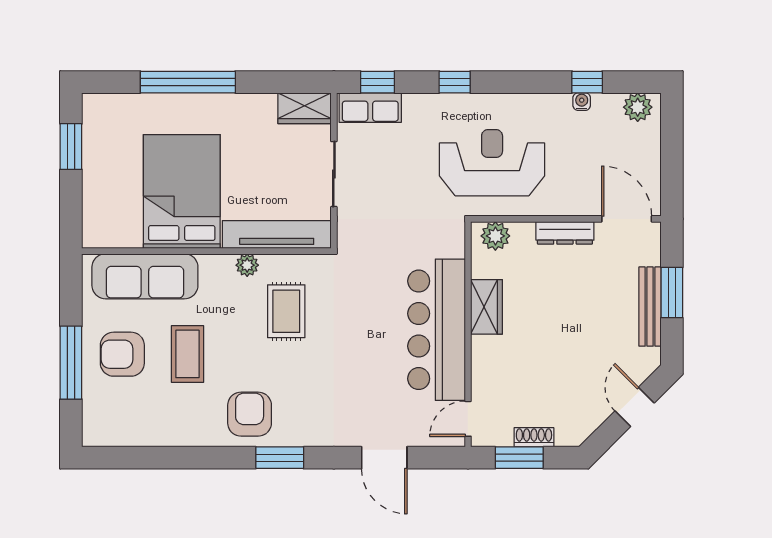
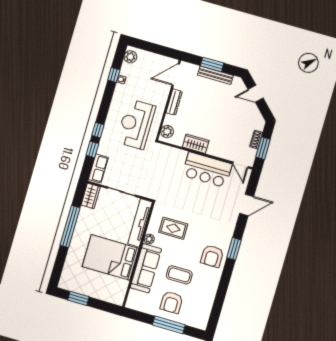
window: (188, 82) -> (70, 226), moved
window: (377, 82) -> (92, 149), moved
sofa: (145, 276) -> (146, 268), moved
bar counter: (437, 330) -> (207, 170), width x0.73
armchair: (250, 414) -> (212, 256), turned -90

